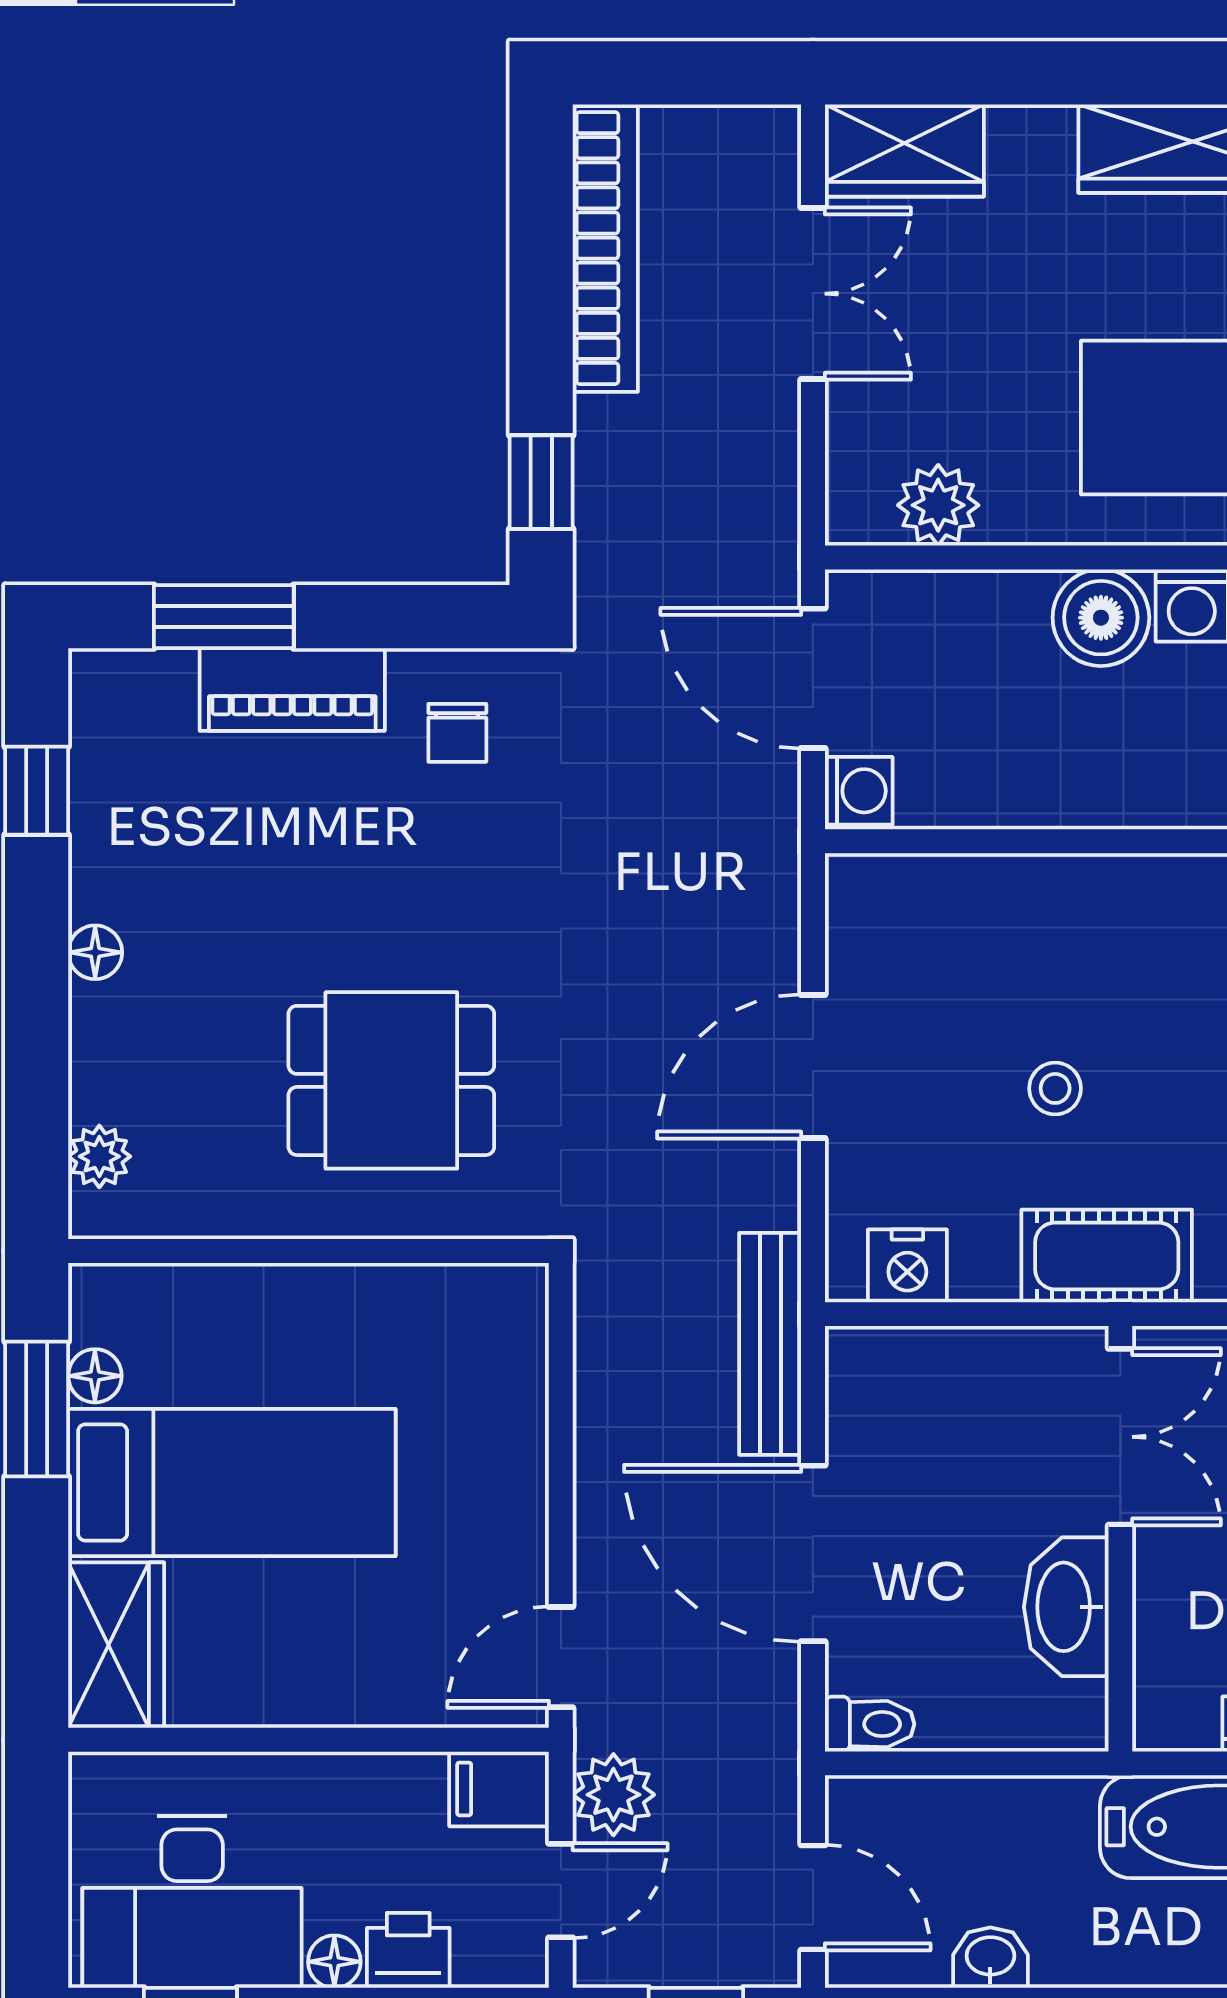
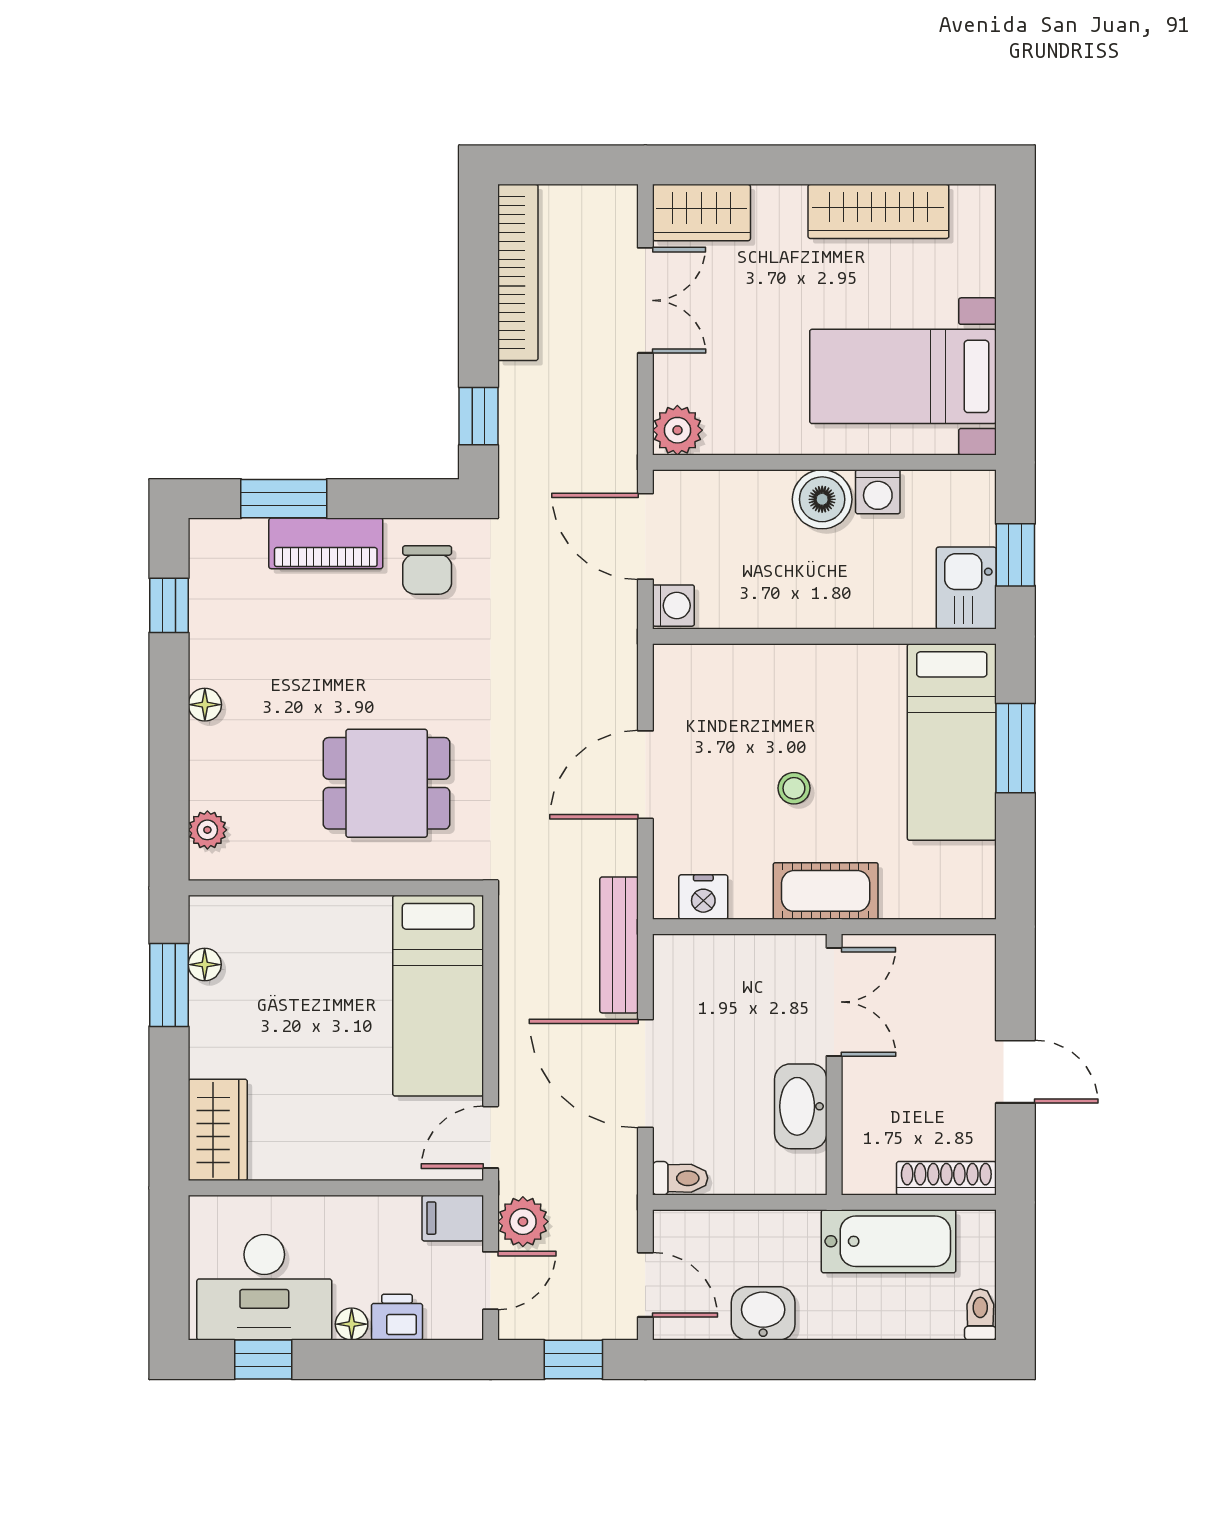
plant: (938, 505) -> (677, 430), moved
chair: (457, 733) -> (427, 570), width x1.37, depth x1.37
bed: (232, 1482) -> (438, 996), moved, turned 90
washbasin: (990, 1958) -> (763, 1313), width x1.38, depth x1.45

